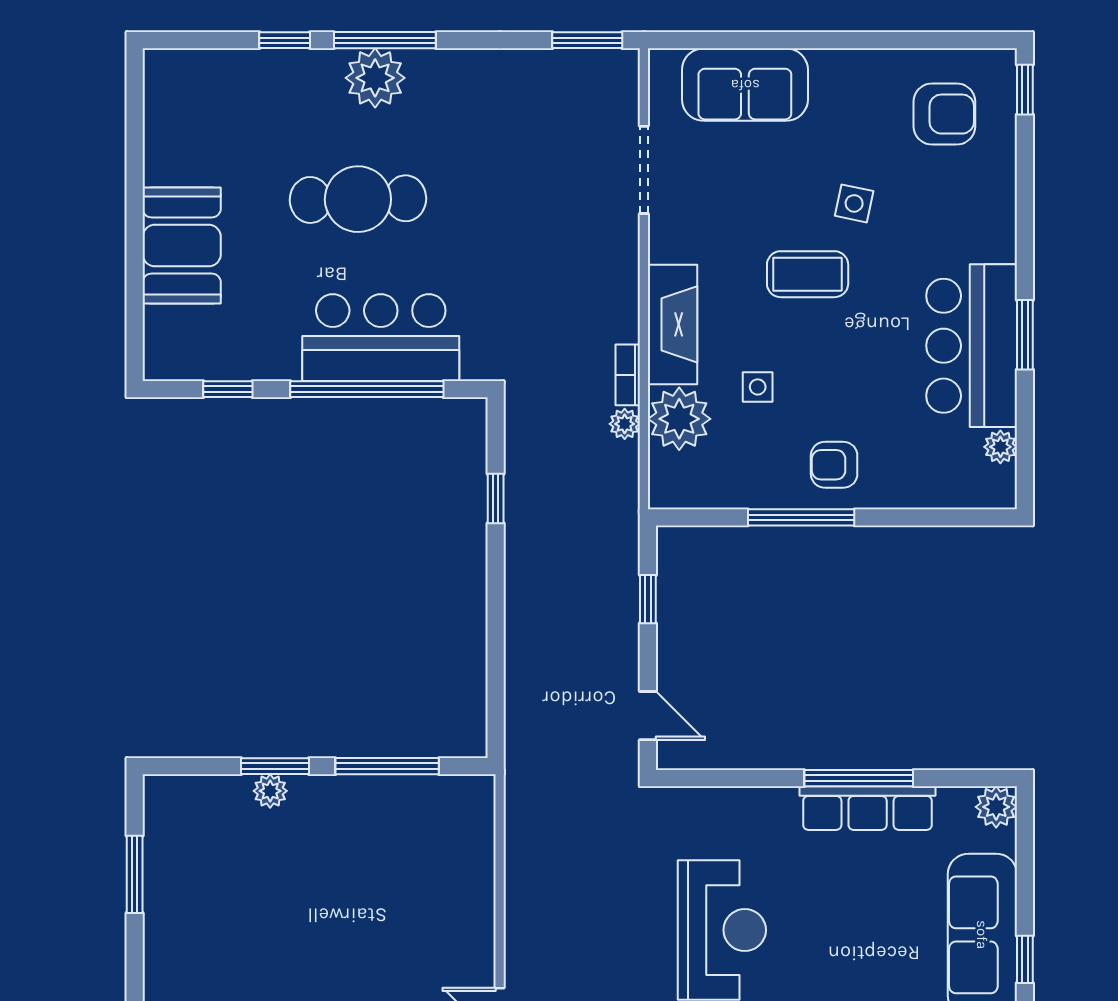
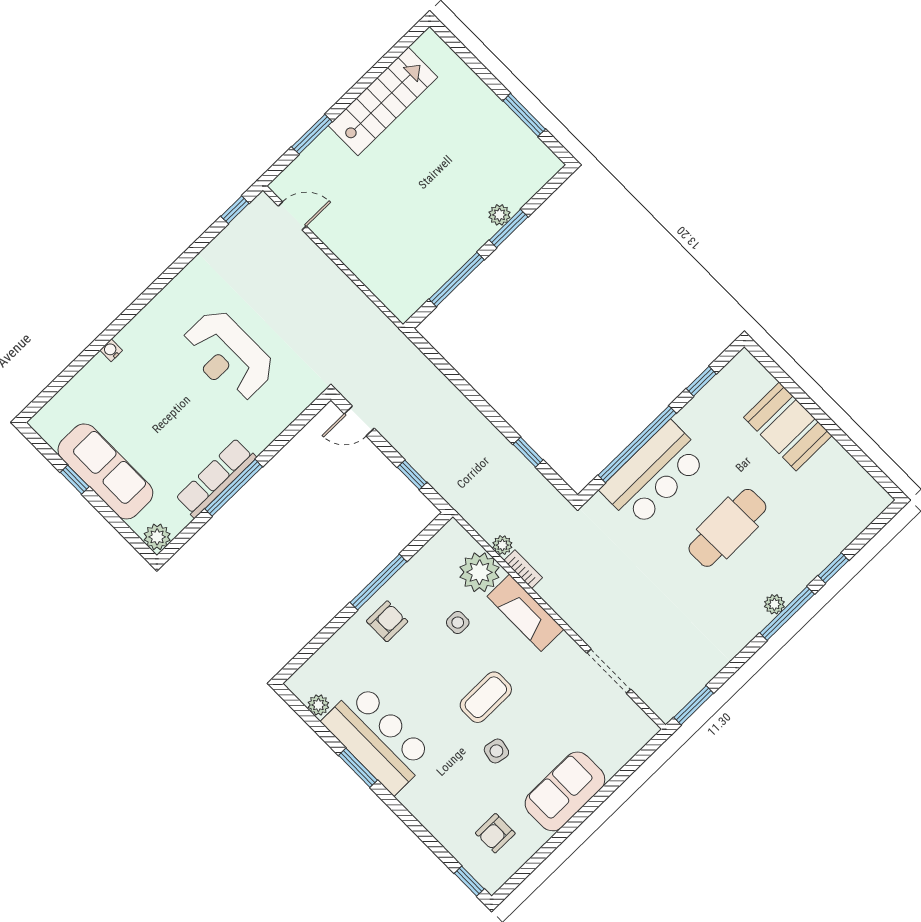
plant: (375, 78) -> (774, 604), width x0.53, depth x0.53
sofa: (745, 85) -> (565, 791), moved
armchair: (944, 114) -> (495, 833), width x0.72, depth x0.72

